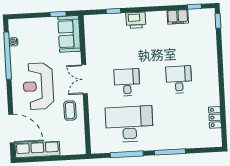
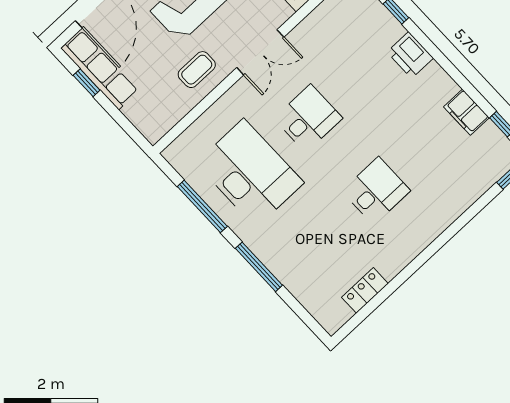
double door: (84, 79) -> (260, 52), swing flipped
window: (38, 159) -> (87, 83), added

